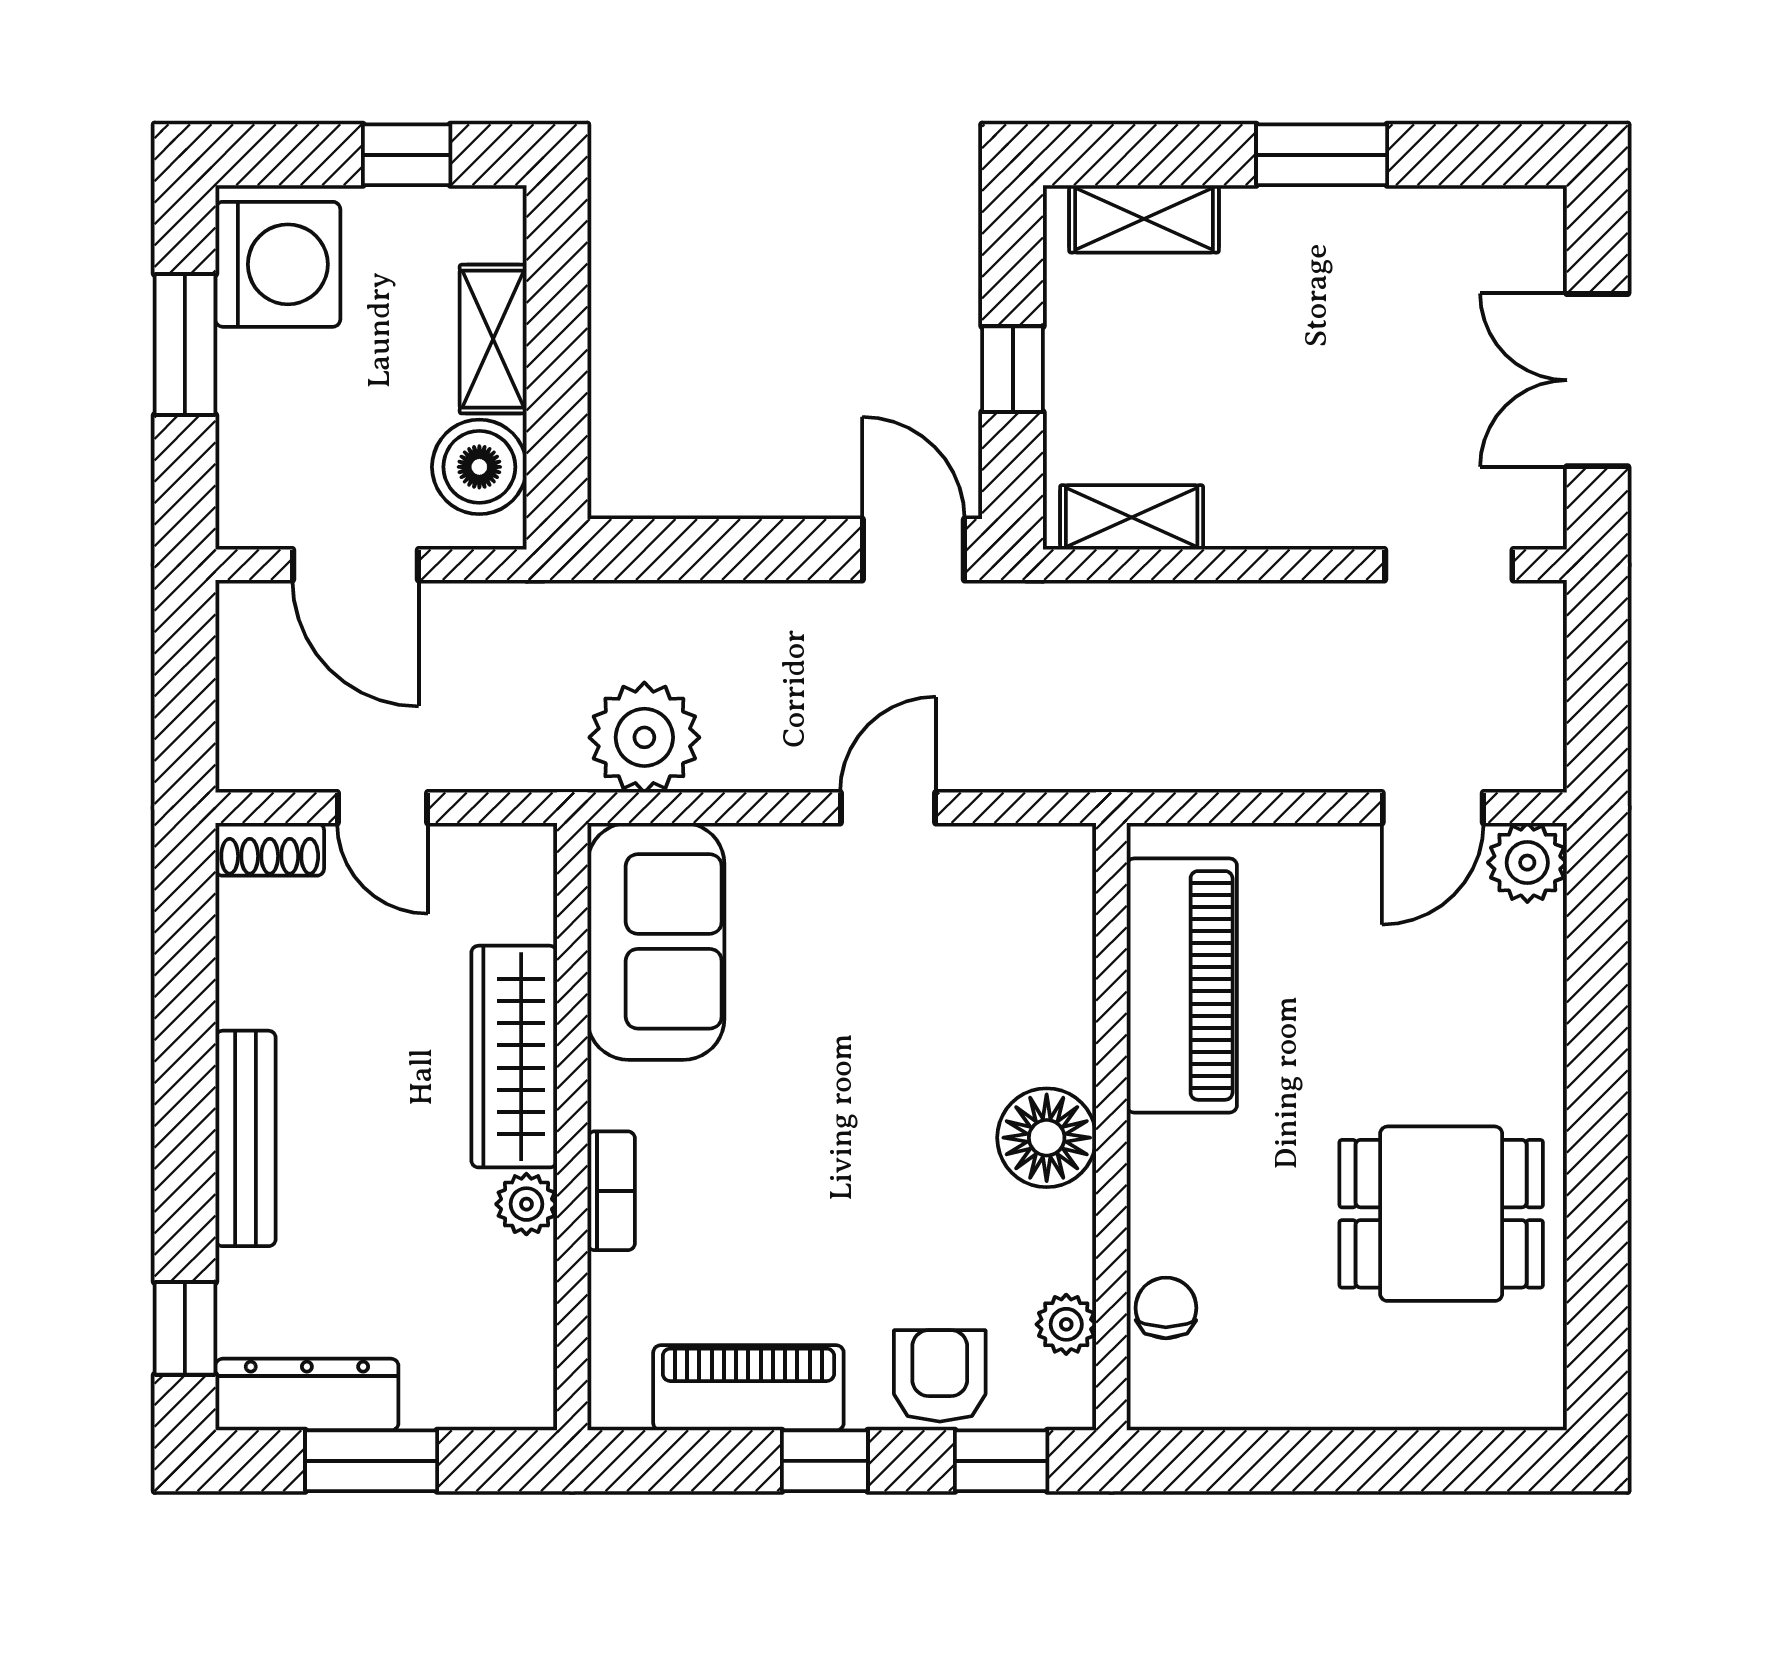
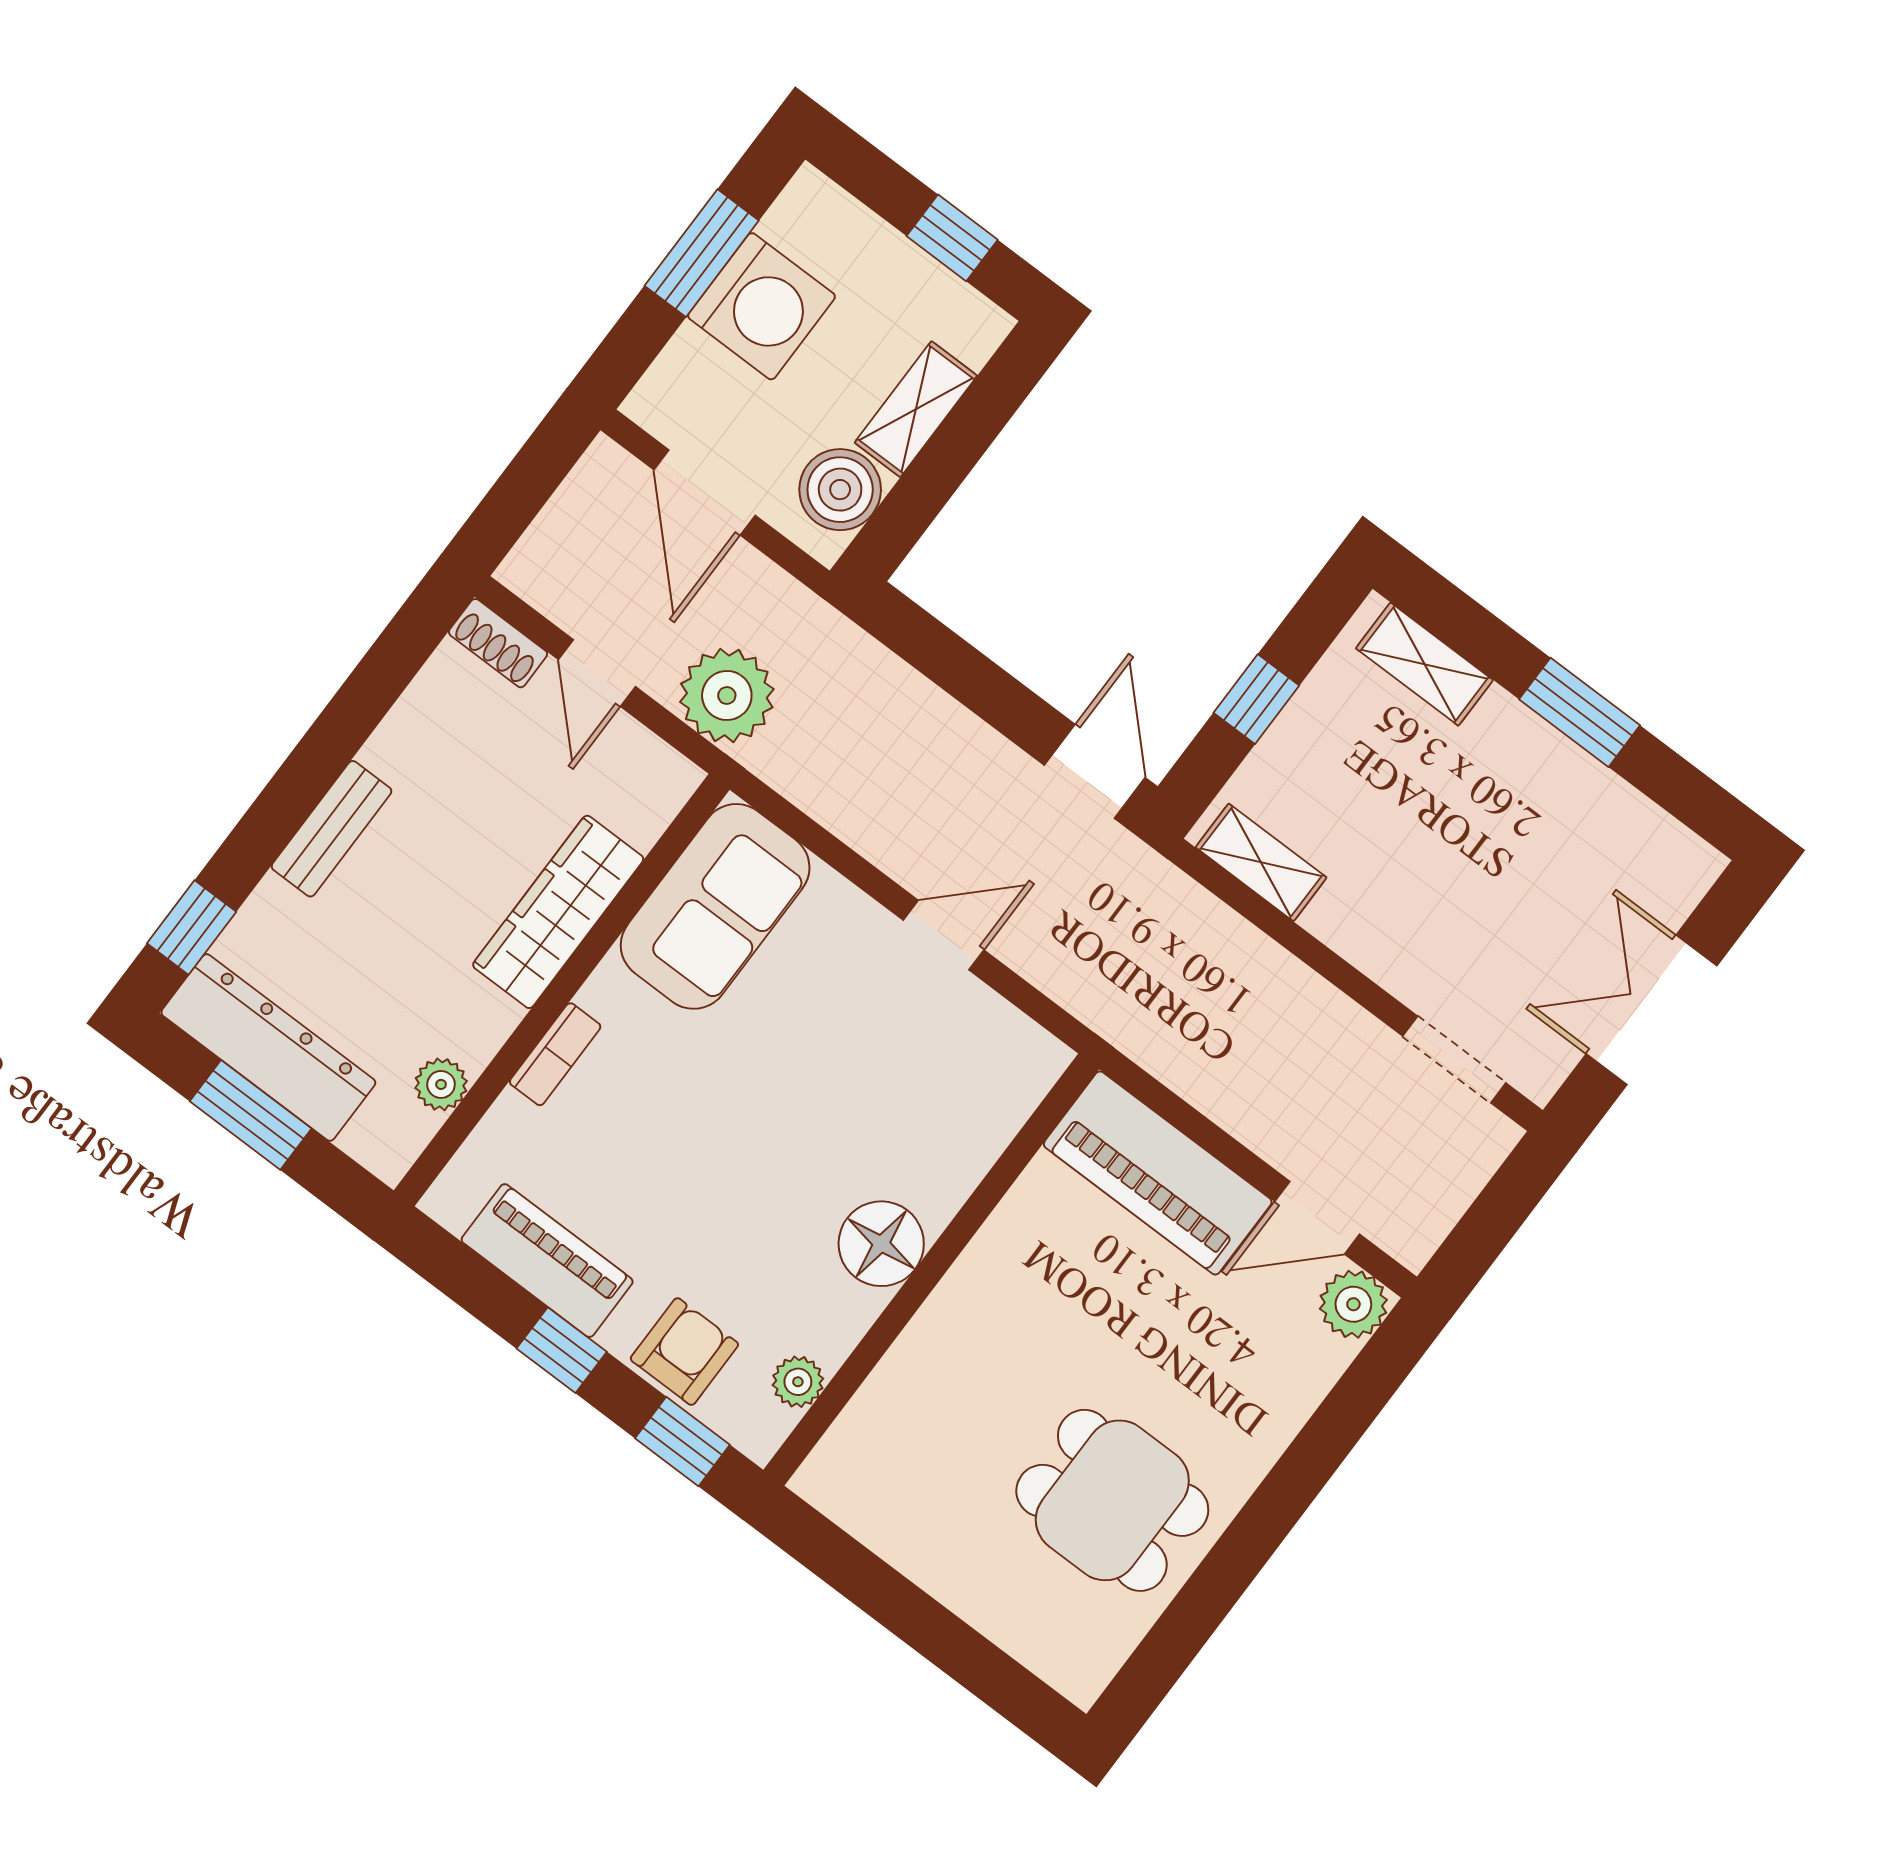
washing machine: (278, 264) -> (762, 306), moved
plant: (644, 737) -> (727, 695), moved
piano: (1182, 985) -> (1158, 1173), moved, turned 90
bench: (246, 1138) -> (332, 829), width x0.73
plant: (526, 1204) -> (441, 1084), moved
chair: (1166, 1308) -> (875, 1422), removed
dresser: (307, 1395) -> (268, 1048), width x1.37, depth x1.24

